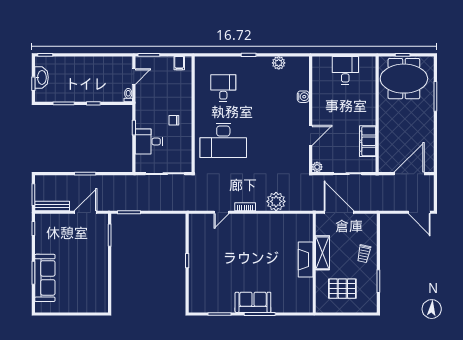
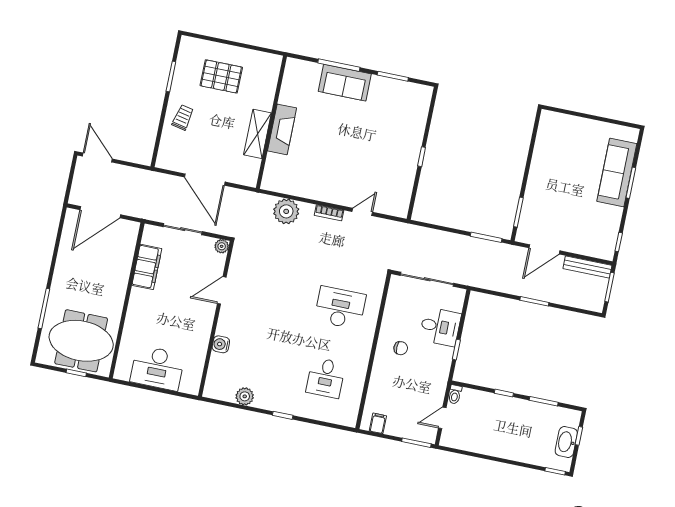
desk: (345, 70) -> (157, 368), width x1.37
desk: (223, 140) -> (340, 308), width x0.73, depth x0.77
shelving: (323, 253) -> (257, 134), moved
fireplace: (306, 260) -> (282, 129), moved
wall: (314, 263) -> (271, 122), moved

